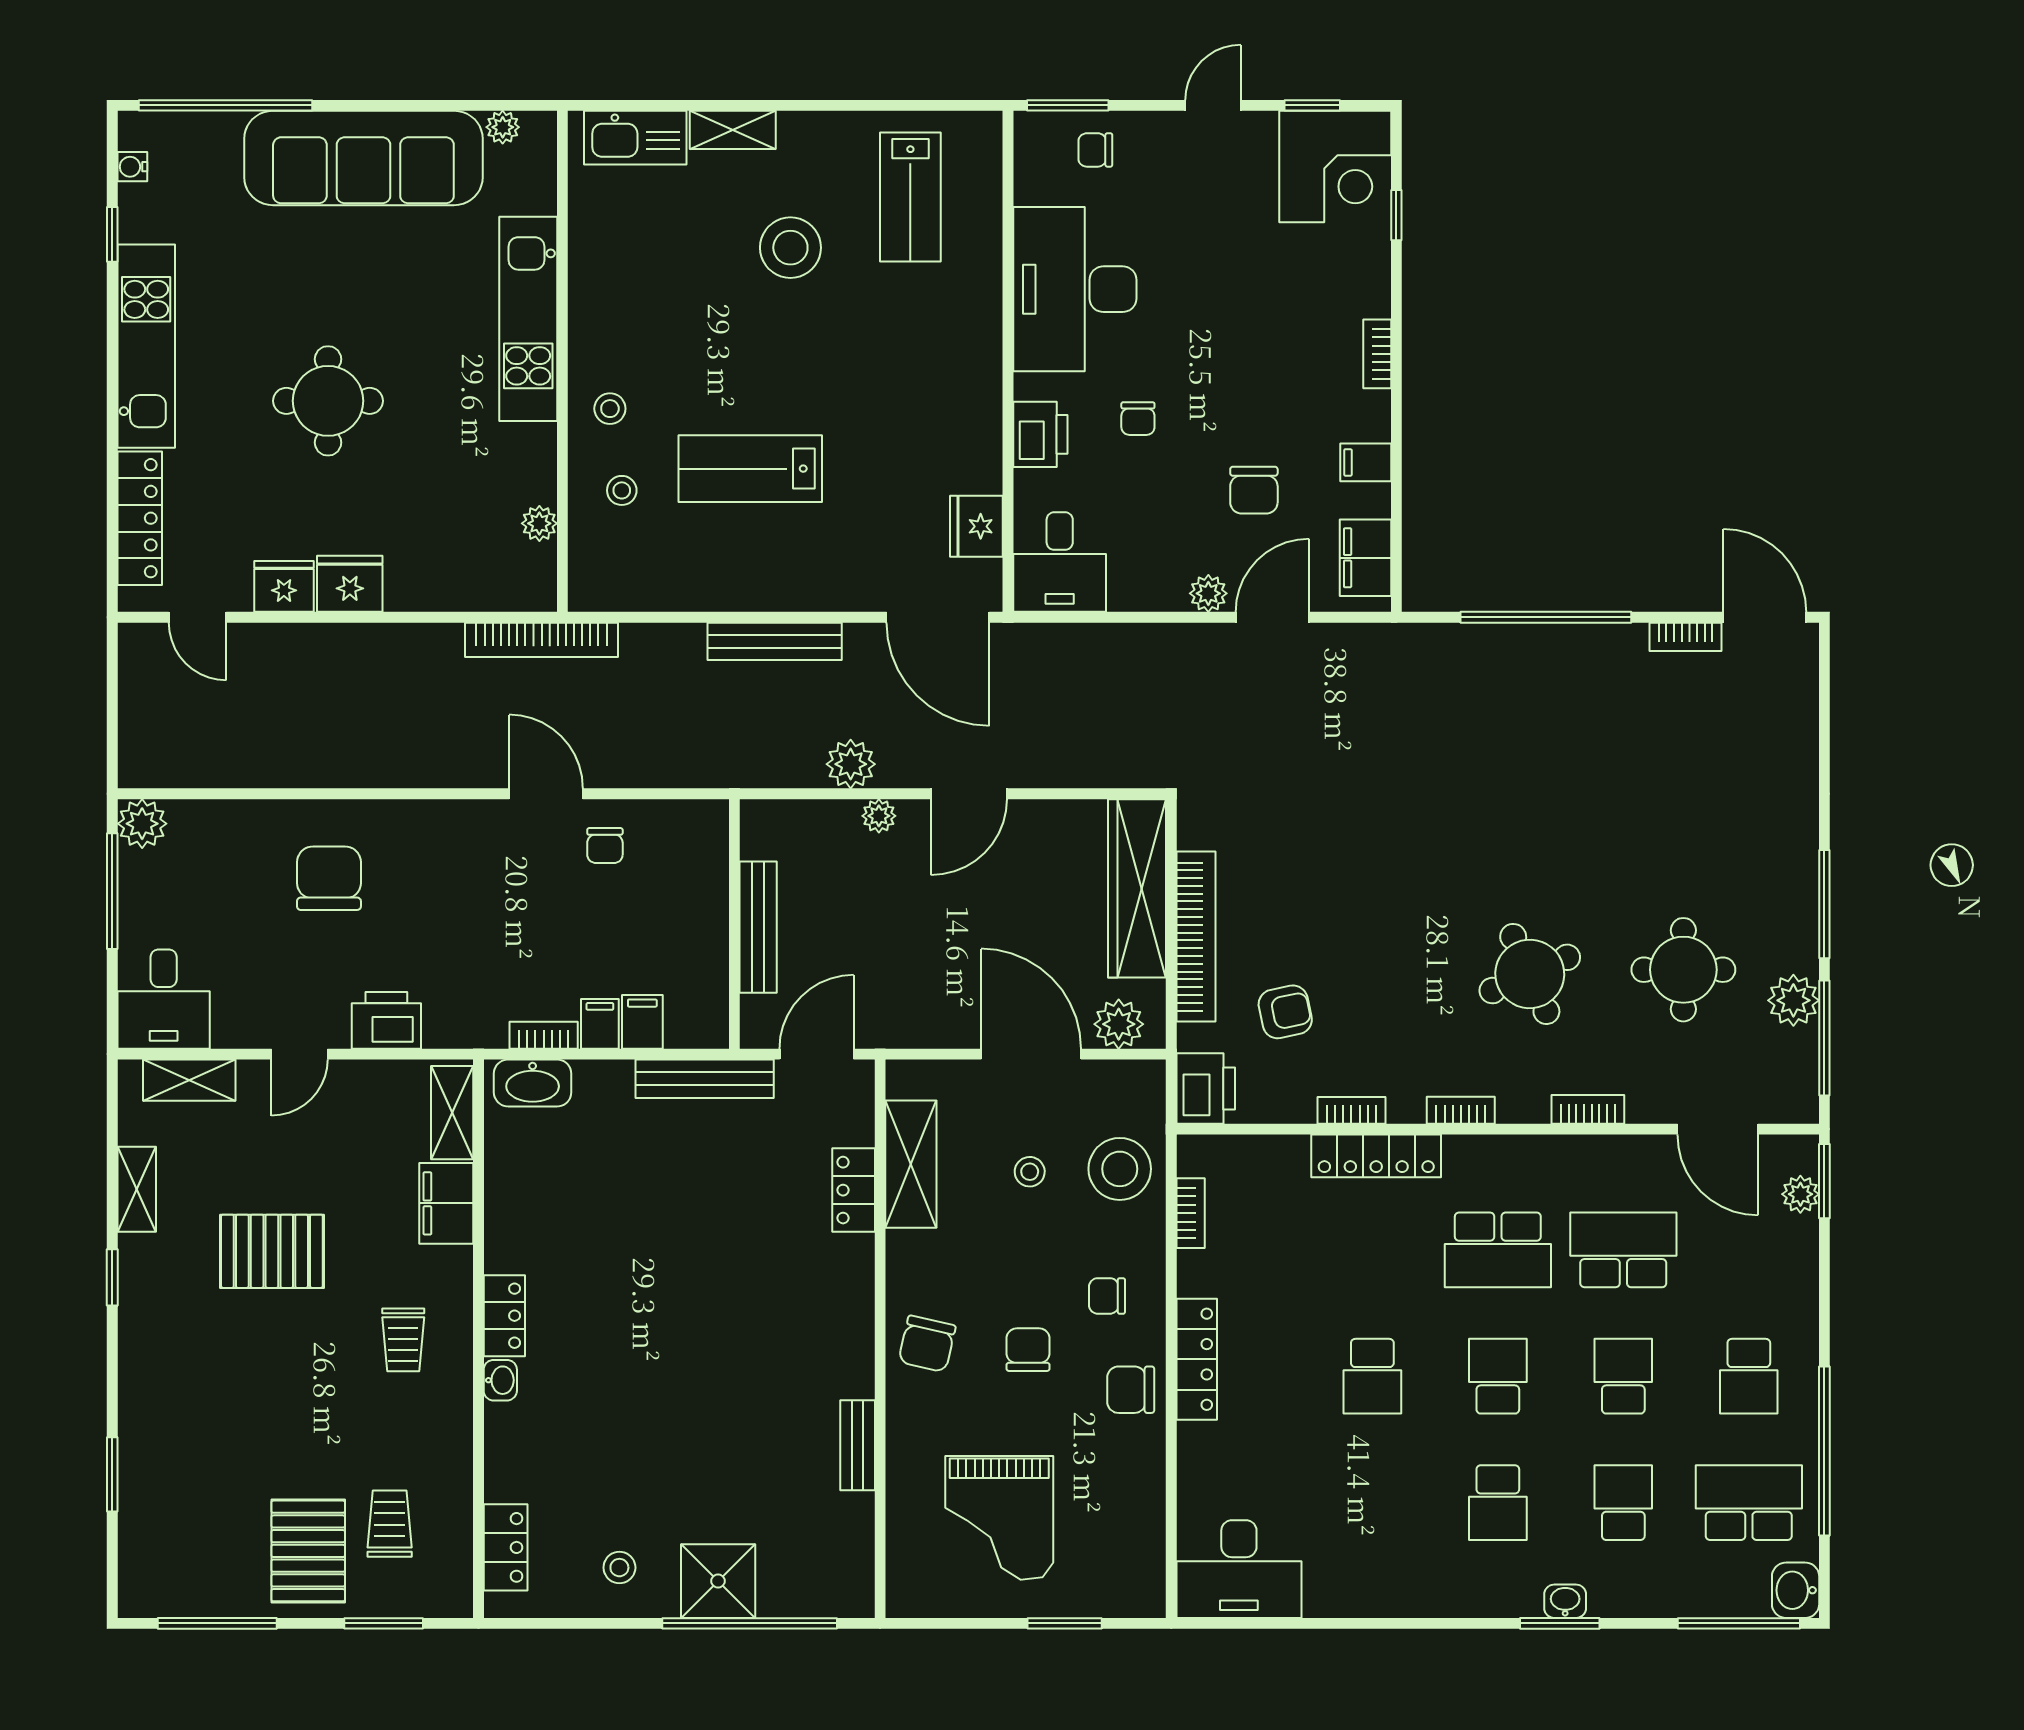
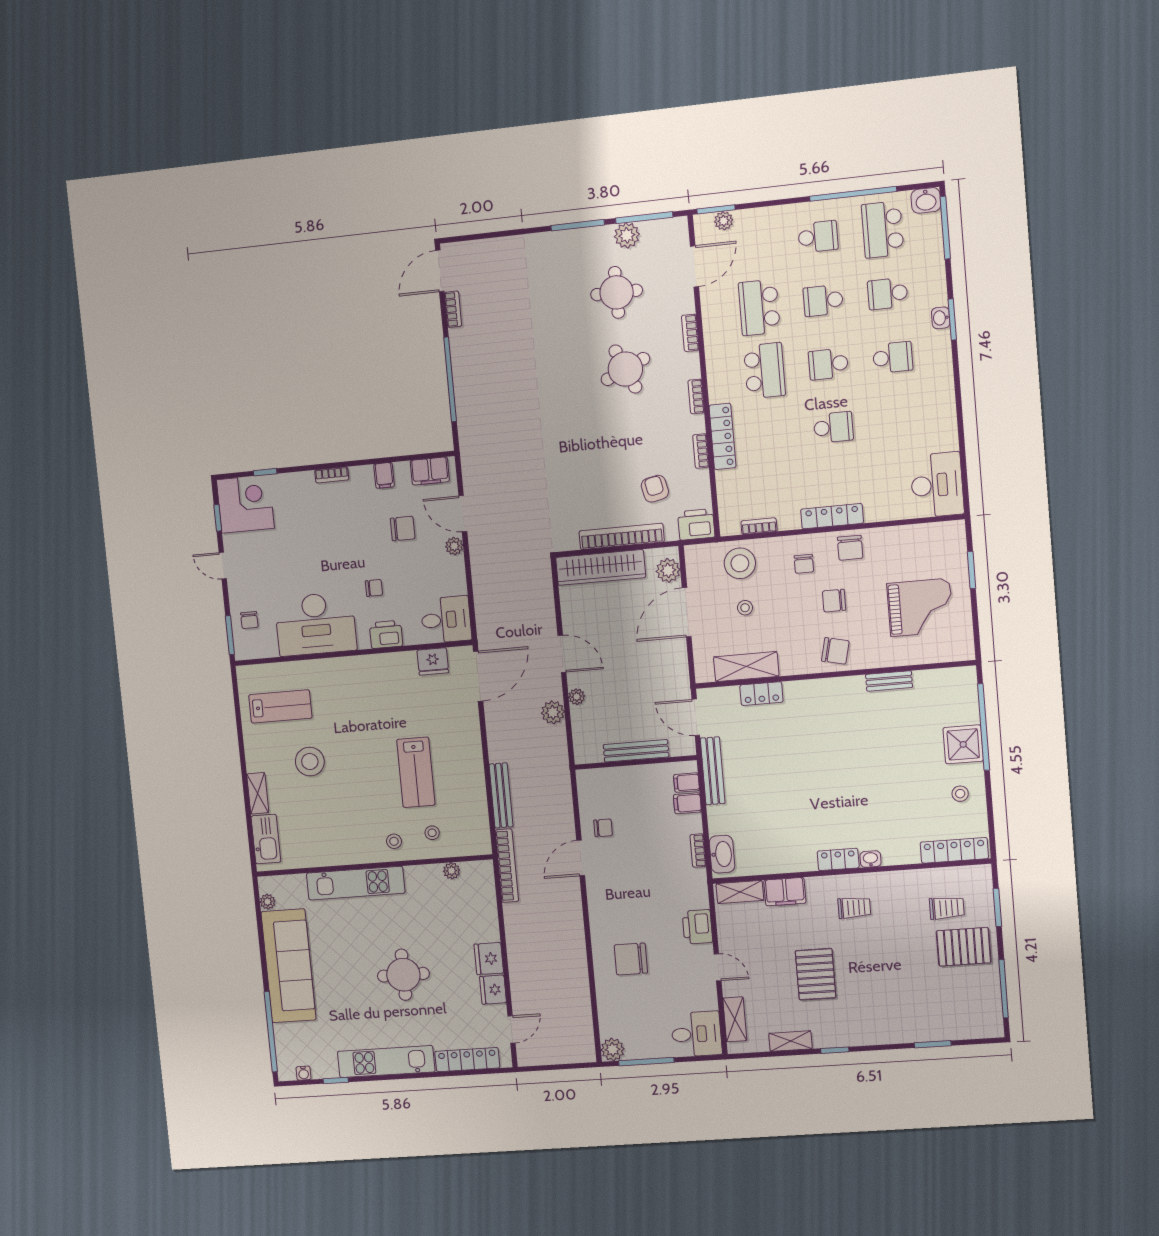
bench: (775, 641) -> (501, 795), moved
filing cabinet: (600, 1024) -> (687, 783), moved
trolley: (390, 1524) -> (947, 908), turned 180
locker: (506, 1547) -> (954, 850), width x1.53

